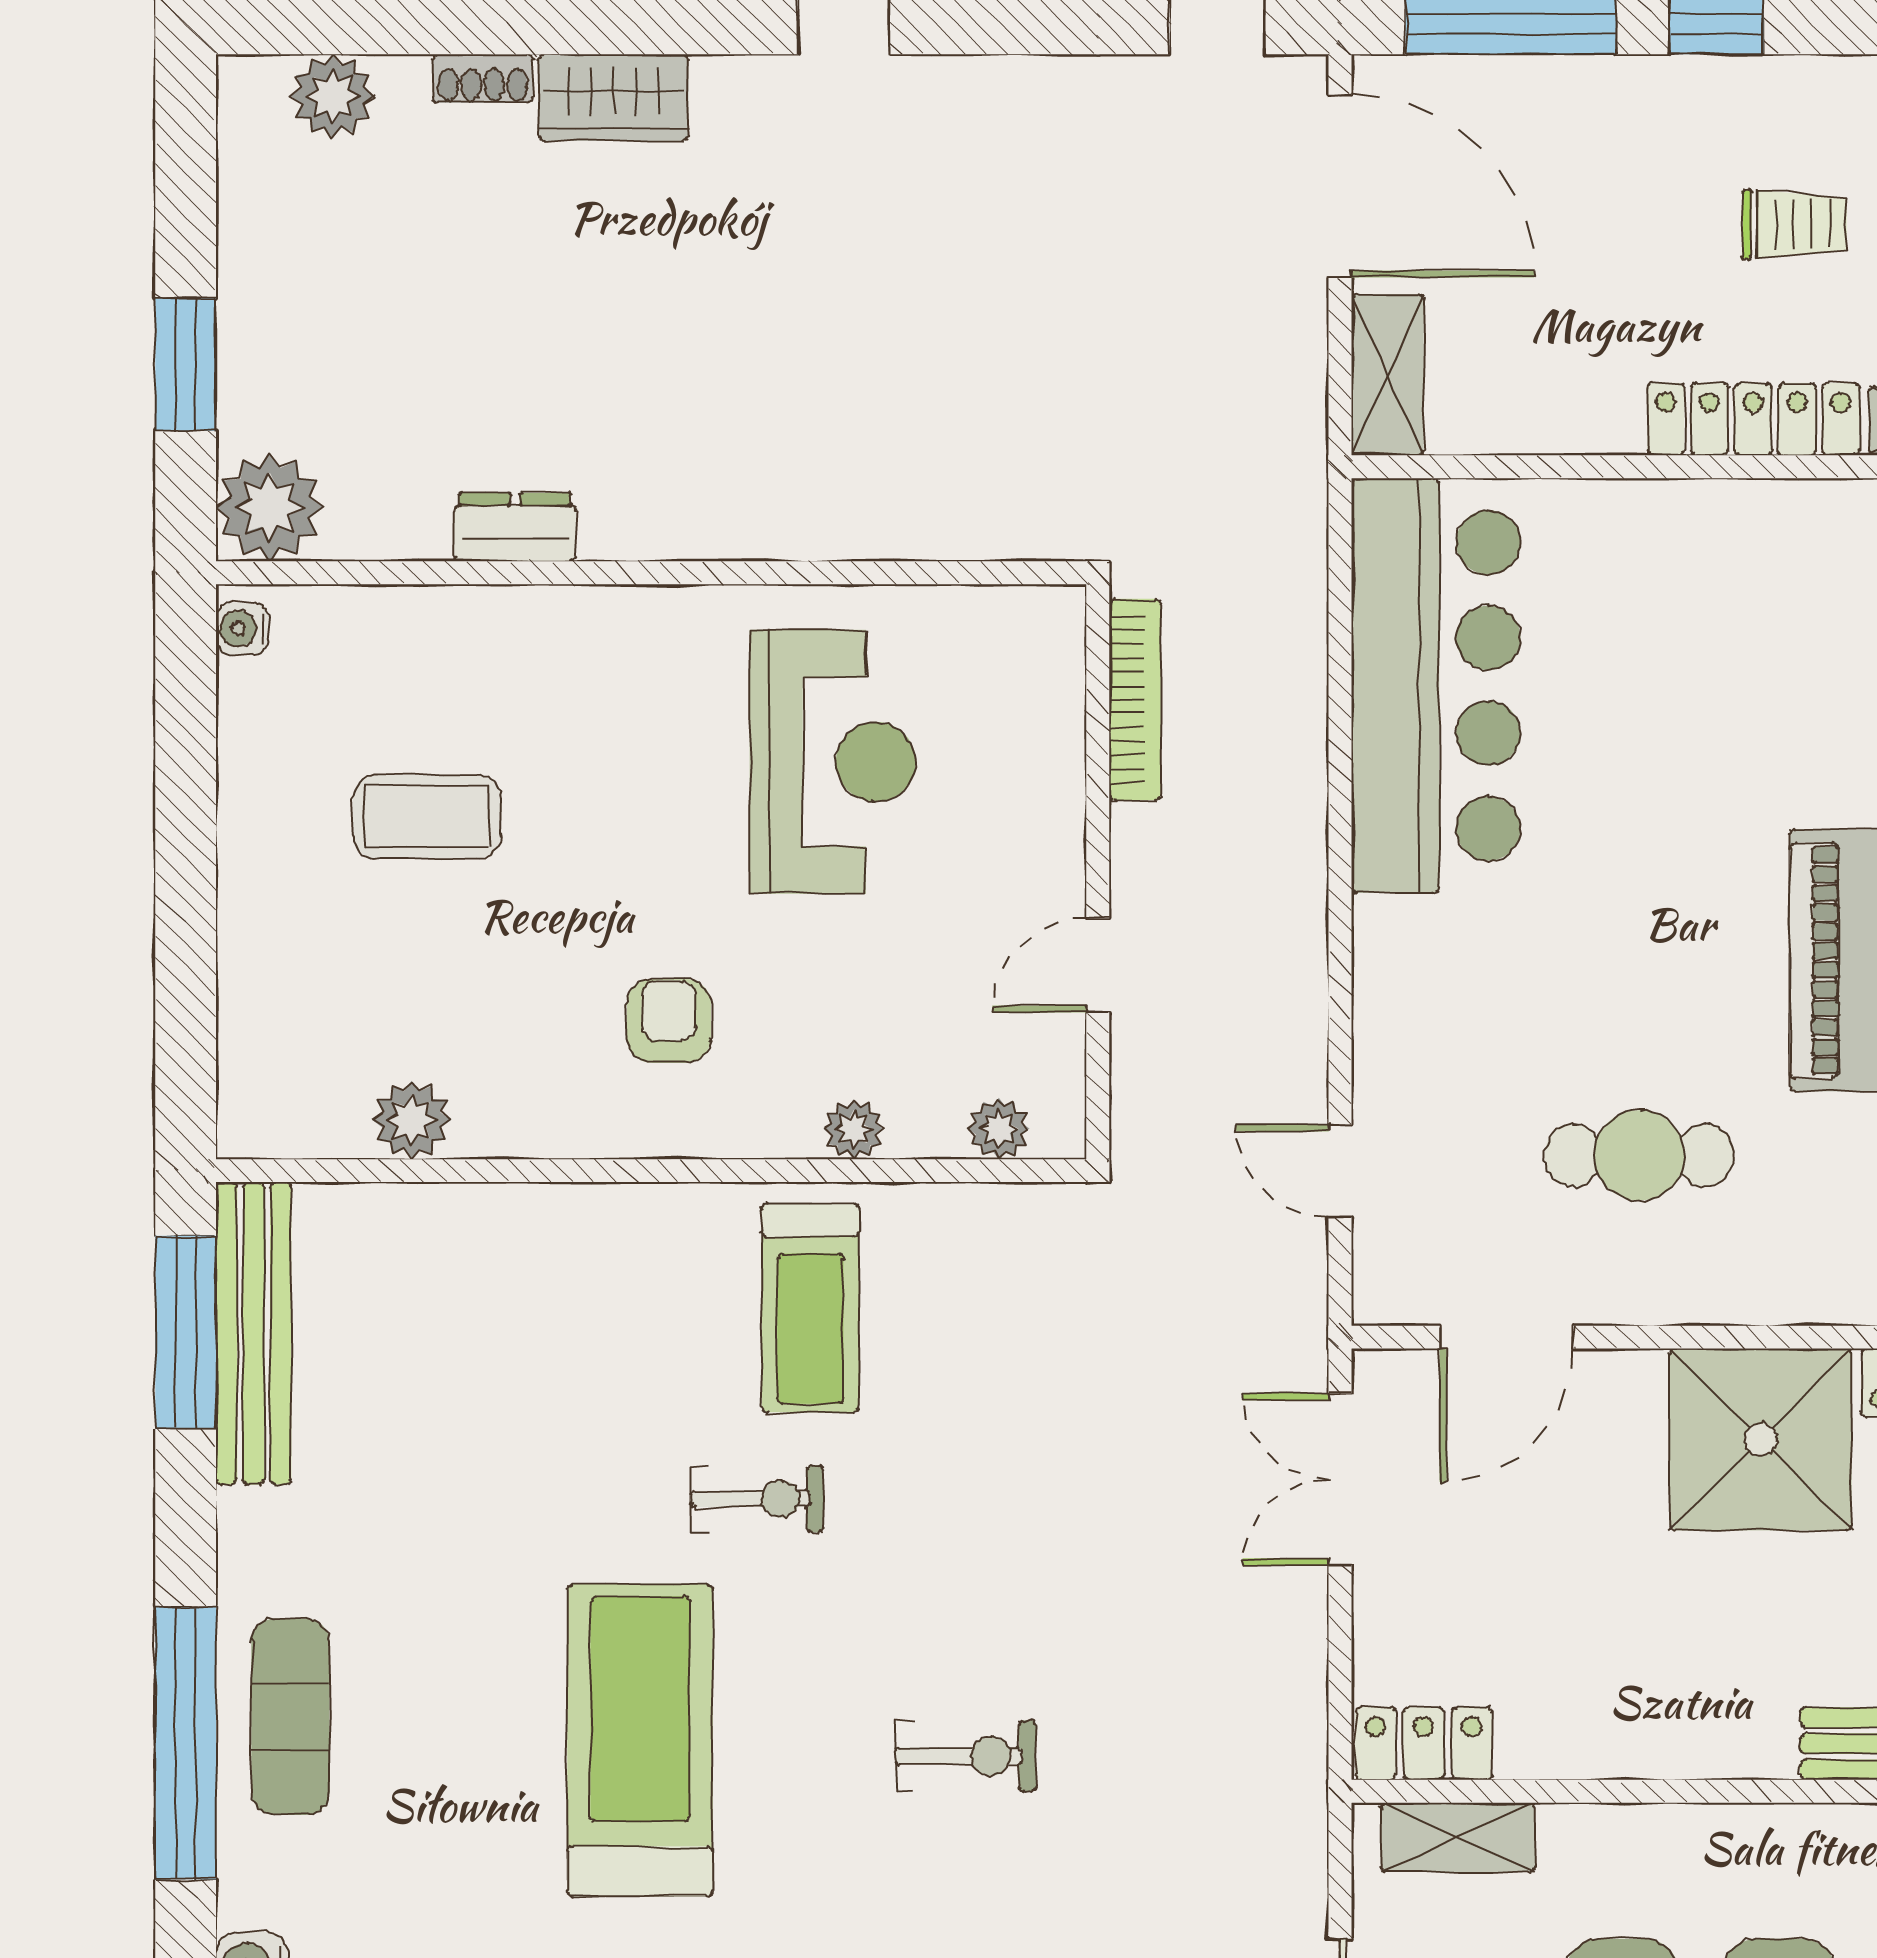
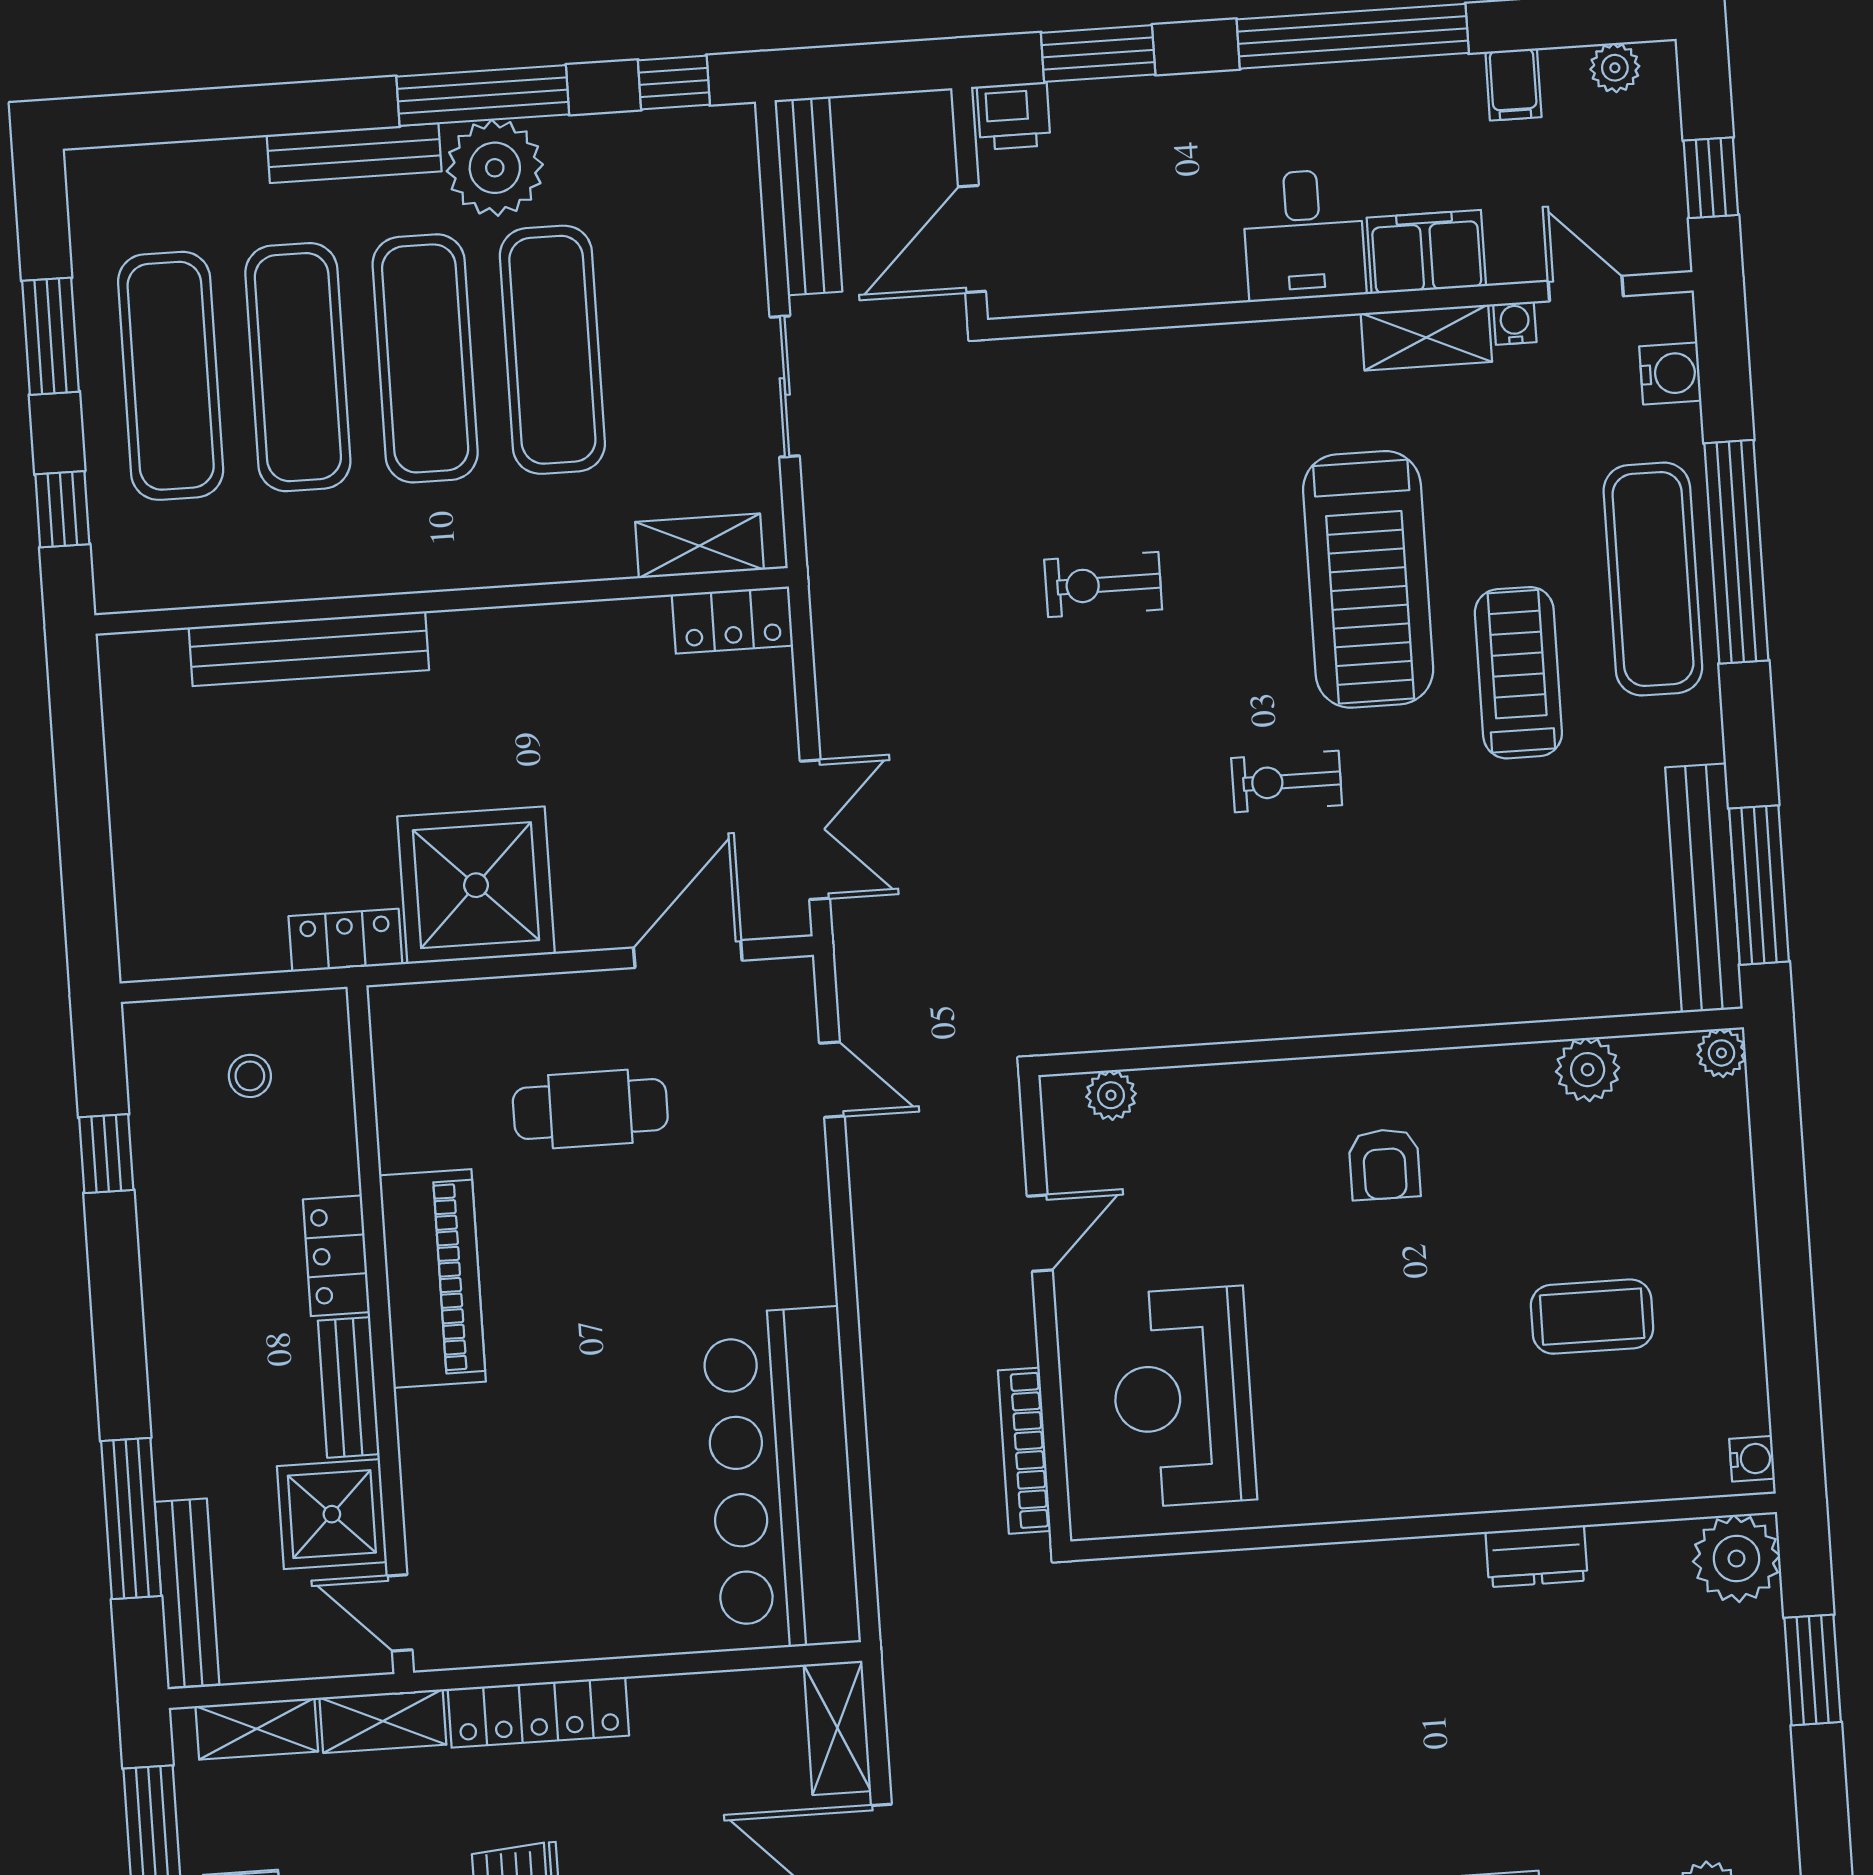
reception desk: (833, 762) -> (1183, 1397), moved
plant: (854, 1129) -> (1721, 1053), moved
treadmill: (810, 1308) -> (1518, 673), moved
exercise mat: (290, 1717) -> (1653, 579), width x1.36, depth x1.45

